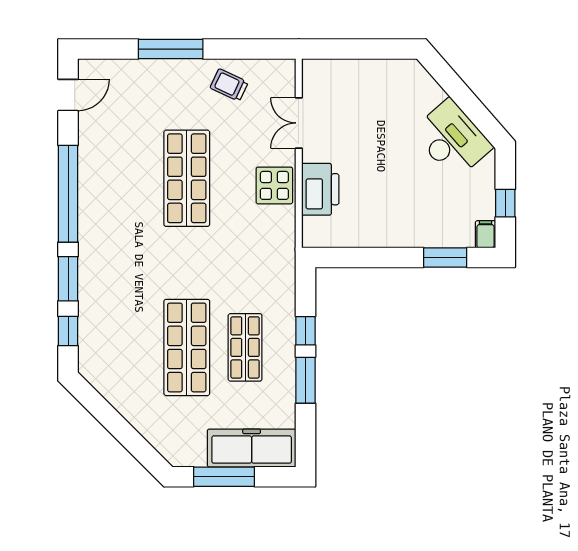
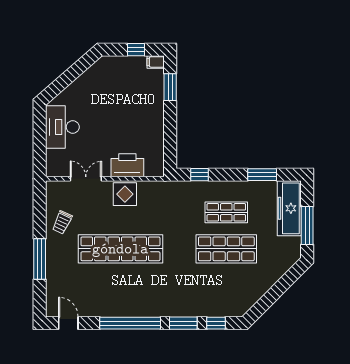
double door: (299, 123) -> (86, 179), swing flipped
desk: (452, 139) -> (62, 127), moved, turned -49
shop shelf: (187, 178) -> (120, 249), width x1.40
window: (305, 331) -> (200, 175), moved
window: (305, 380) -> (262, 175), moved

